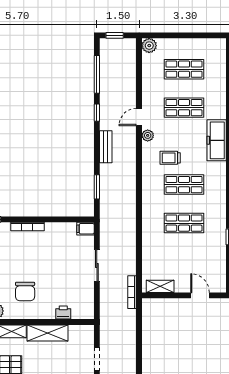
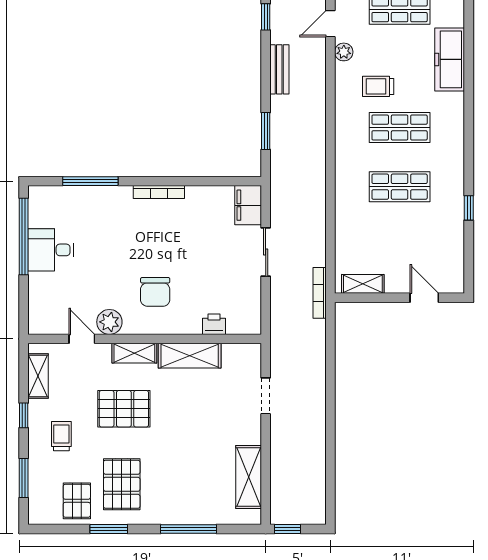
filing cabinet: (86, 229) -> (248, 205), width x2.00

